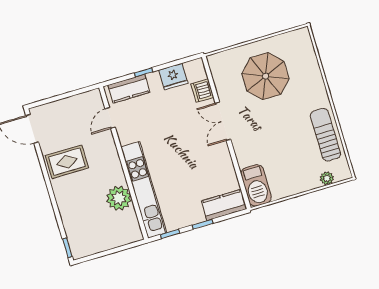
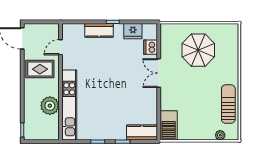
door: (110, 118) -> (61, 47), moved
wall: (124, 163) -> (61, 82), moved
kitchen unit: (144, 190) -> (69, 105), moved
plant: (119, 198) -> (50, 106), moved

